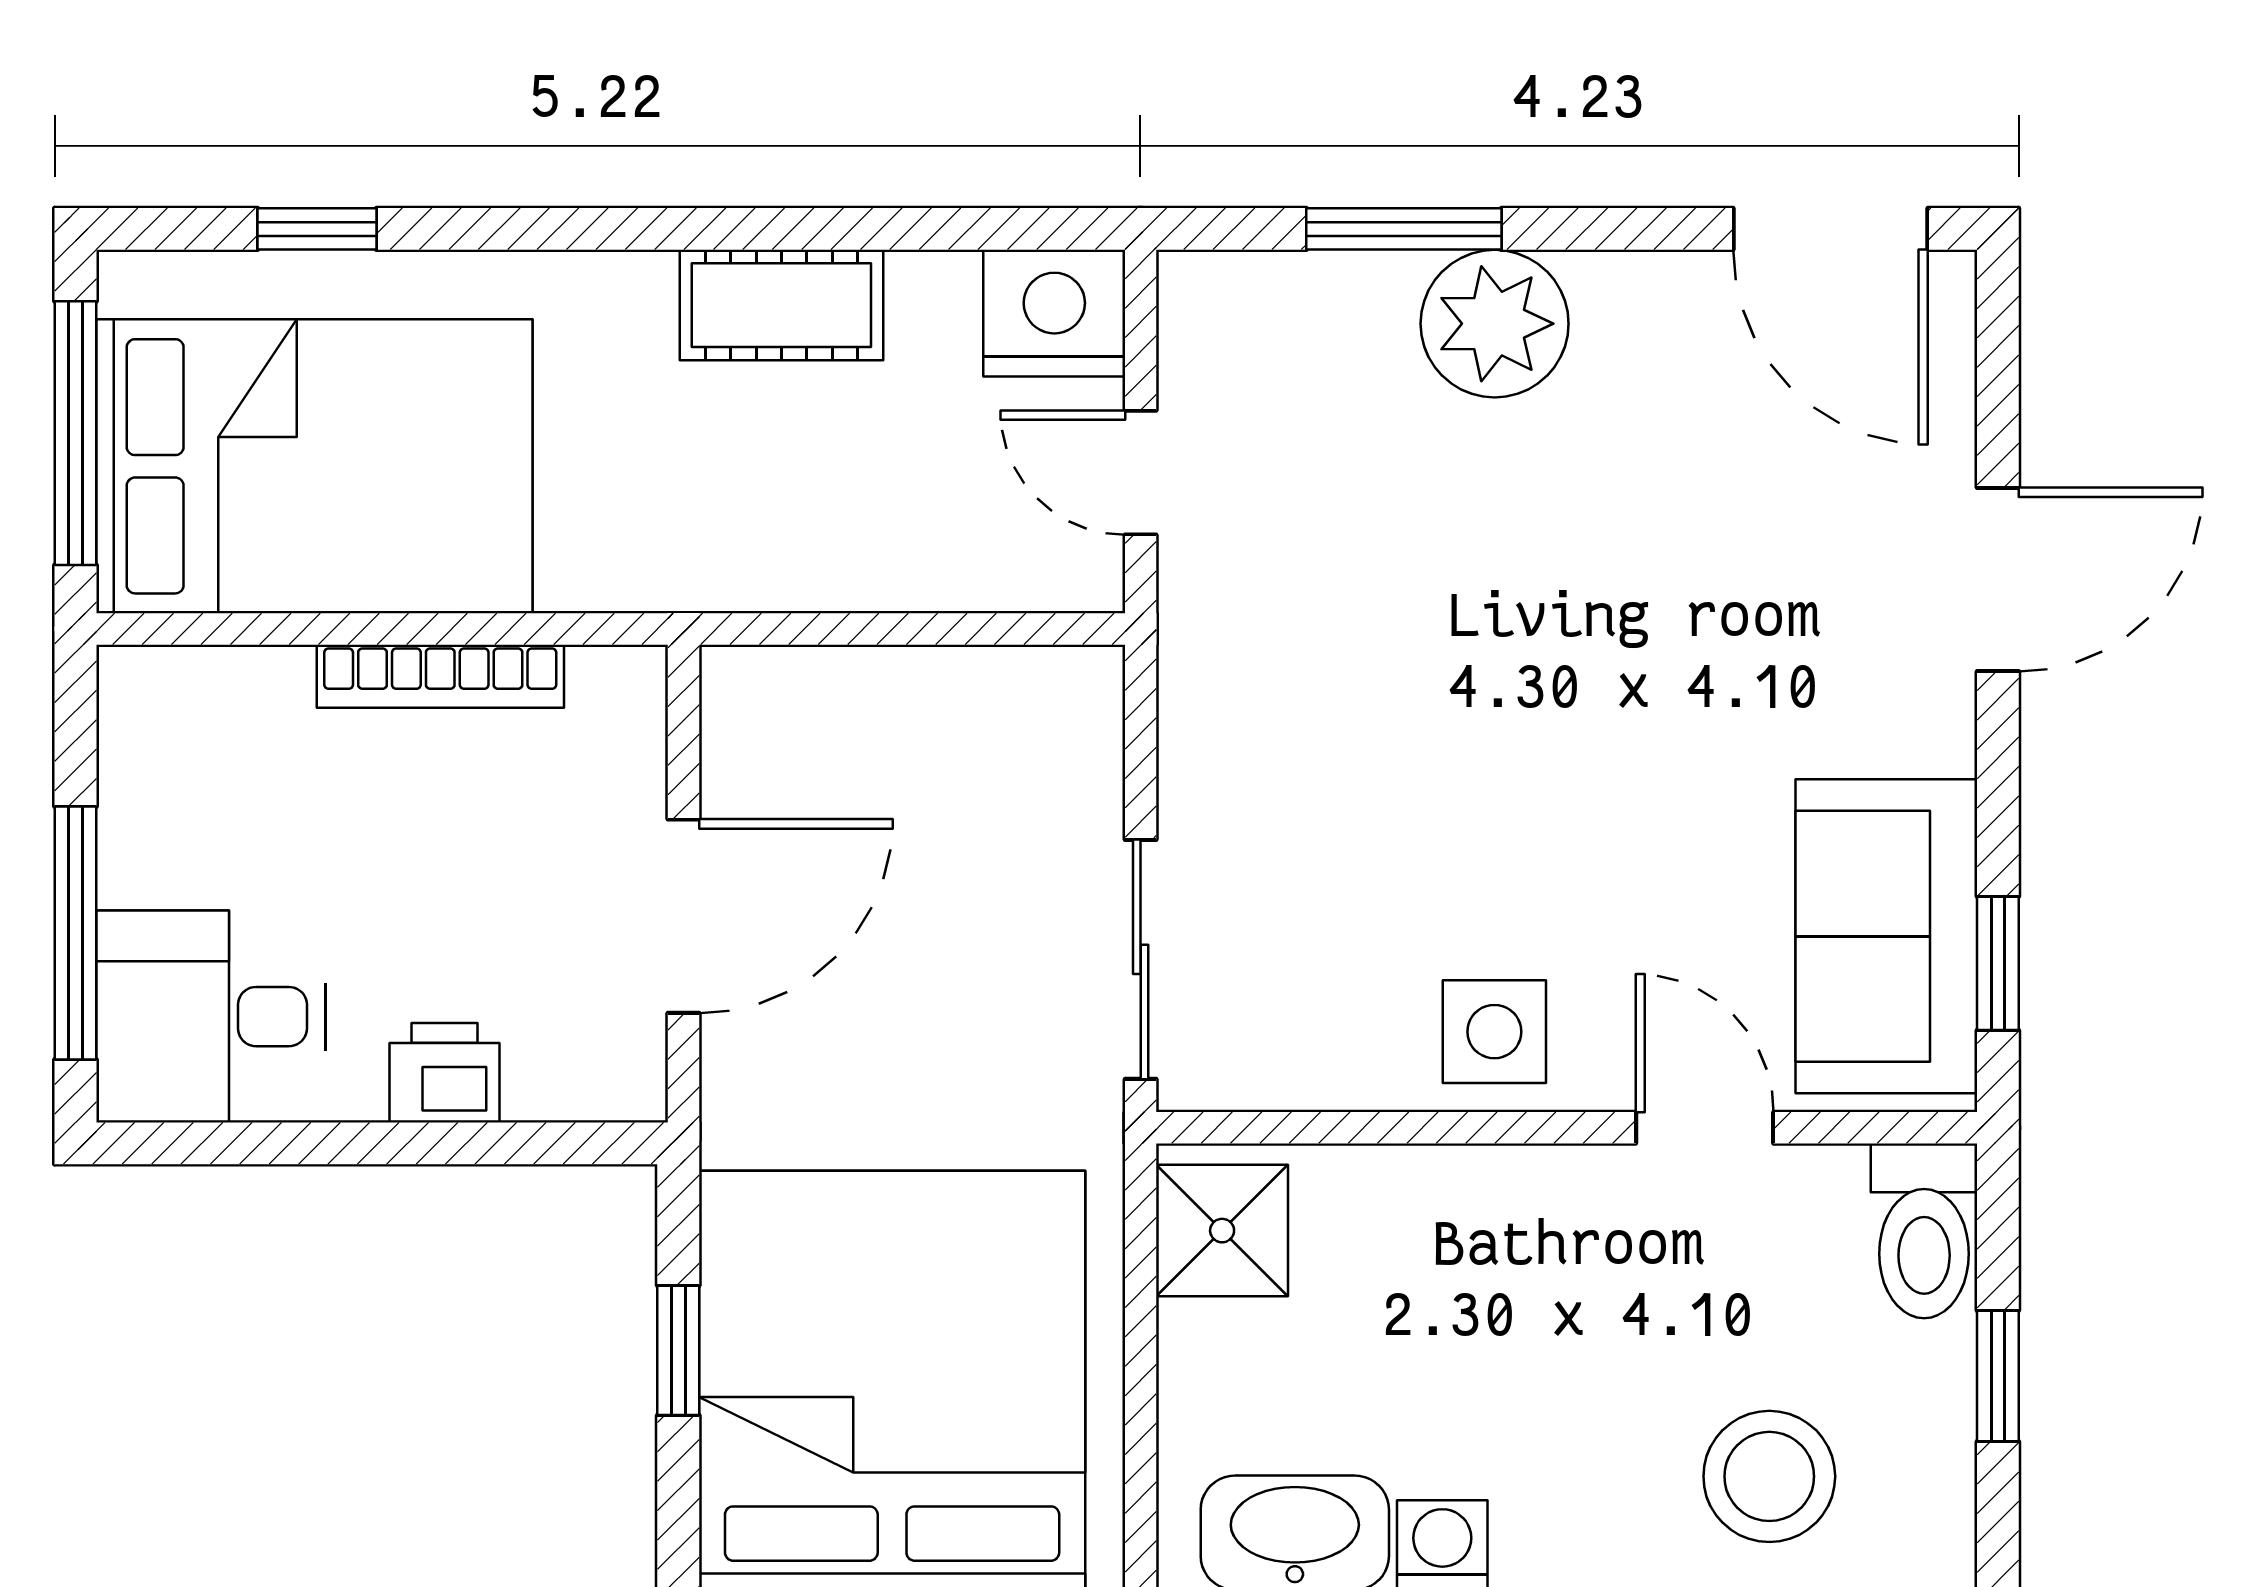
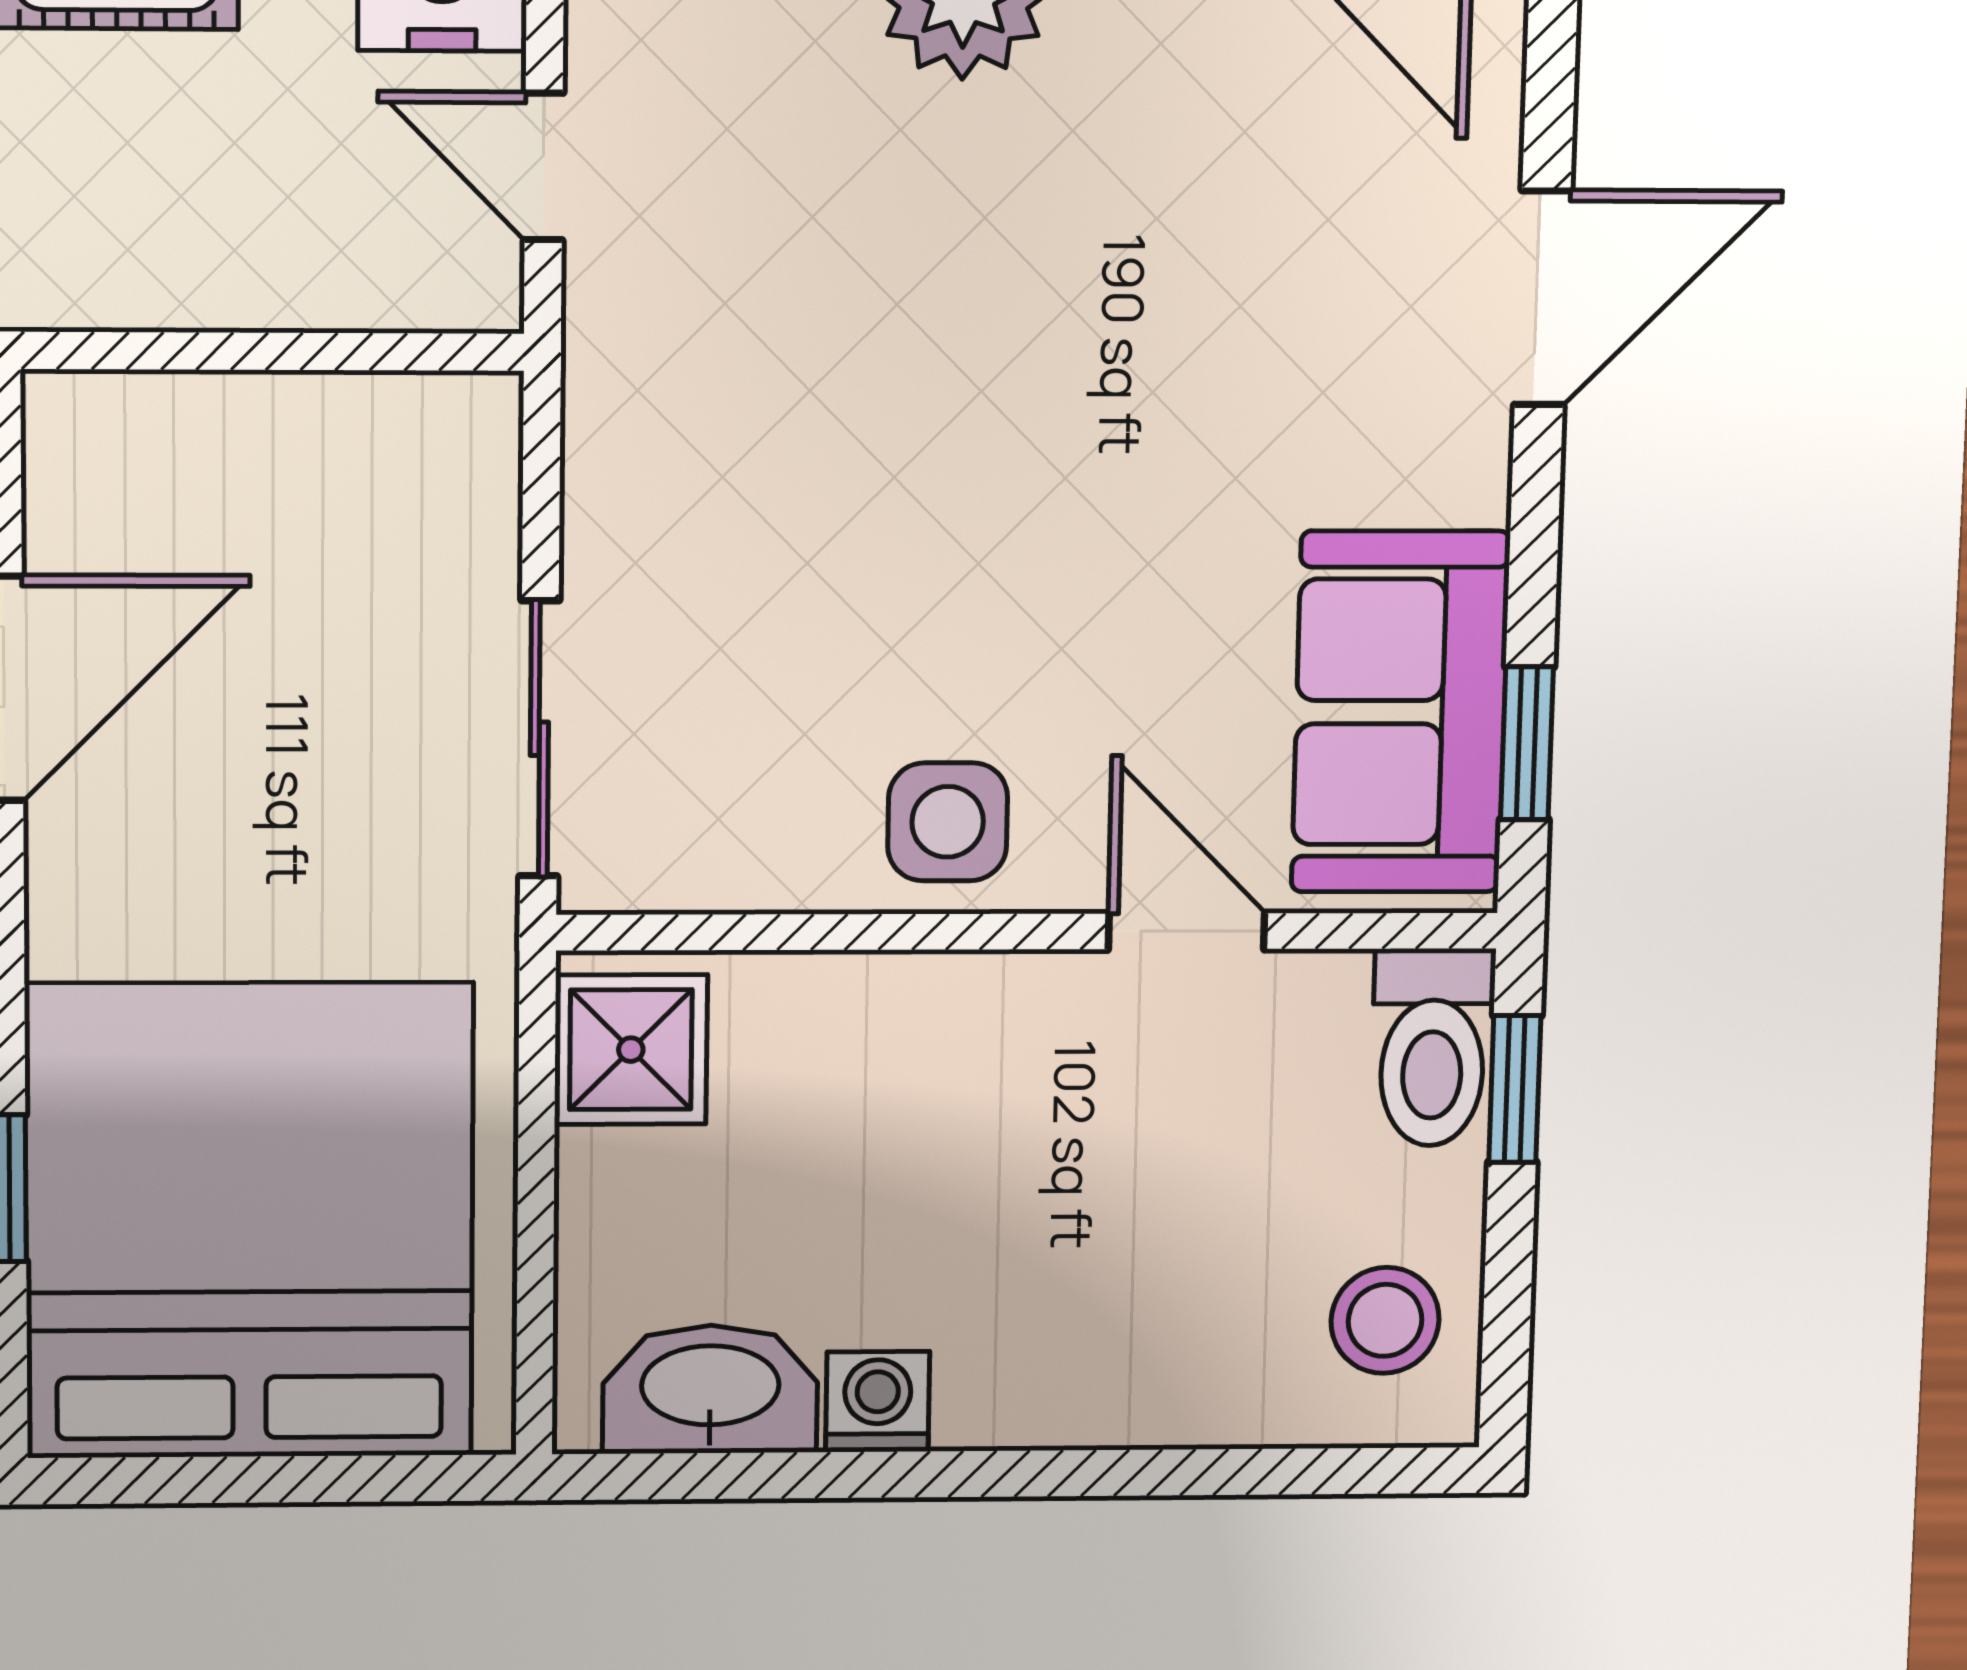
window: (1998, 1376) -> (1515, 1089), moved
stool: (1769, 1476) -> (1385, 1320), moved, width x0.73, depth x0.73

